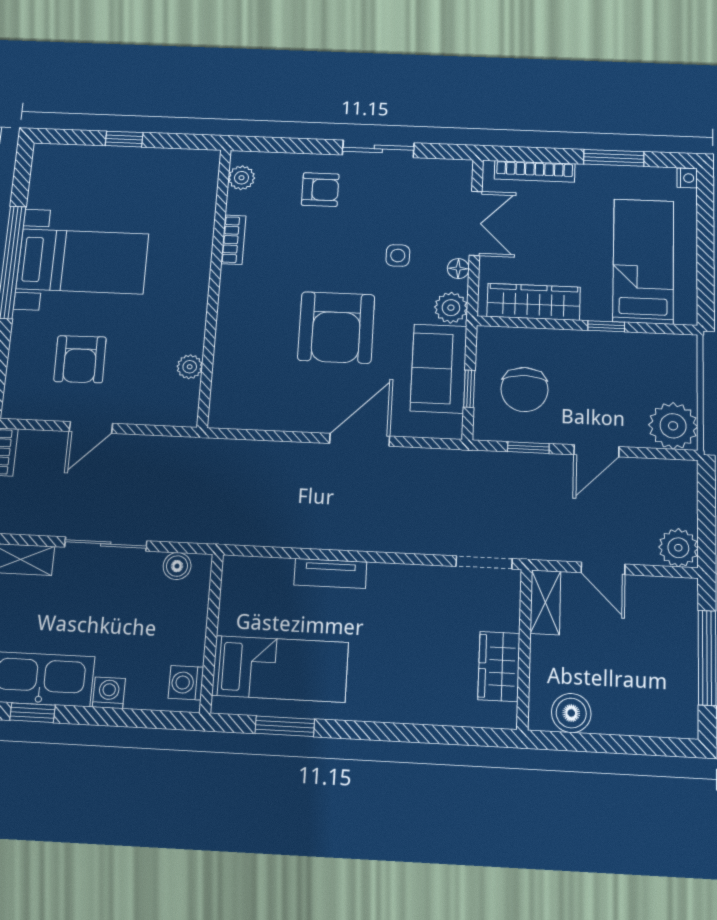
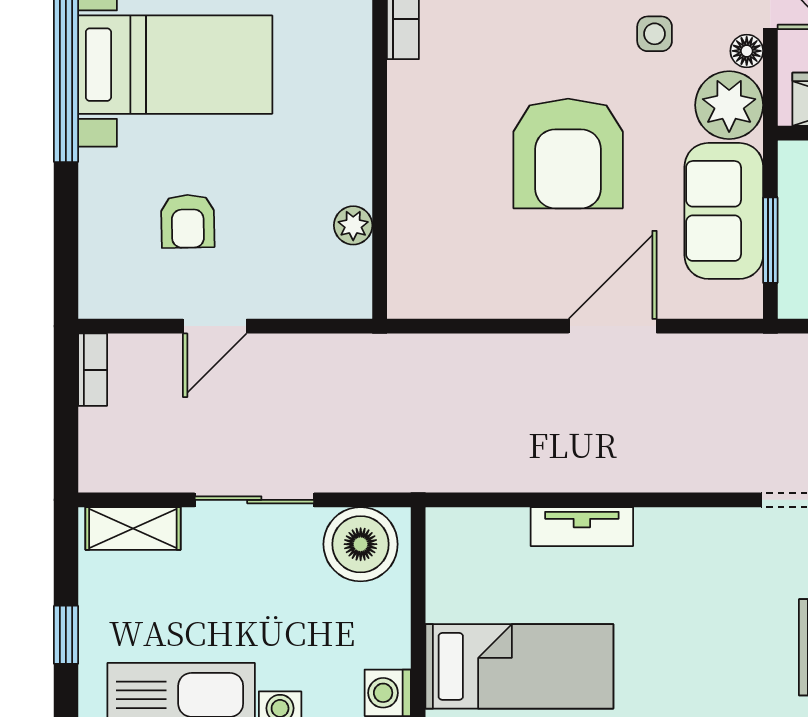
plant: (451, 308) -> (729, 105), width x1.36, depth x1.36
armchair: (80, 359) -> (188, 221), width x0.72, depth x0.72
window: (469, 389) -> (770, 240), width x1.50
boiler: (177, 566) -> (361, 544), width x1.86, depth x1.86

